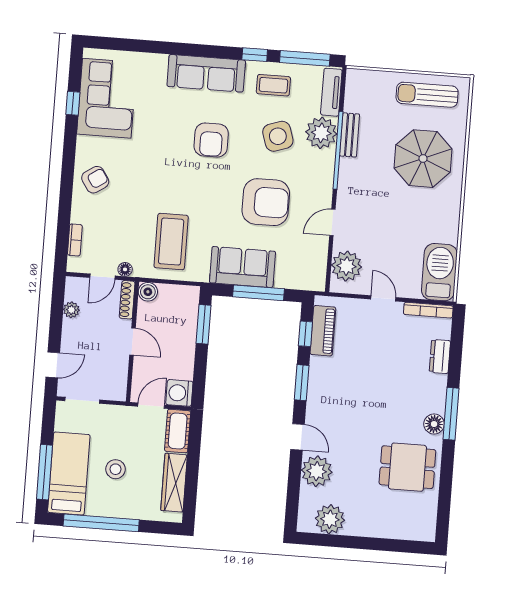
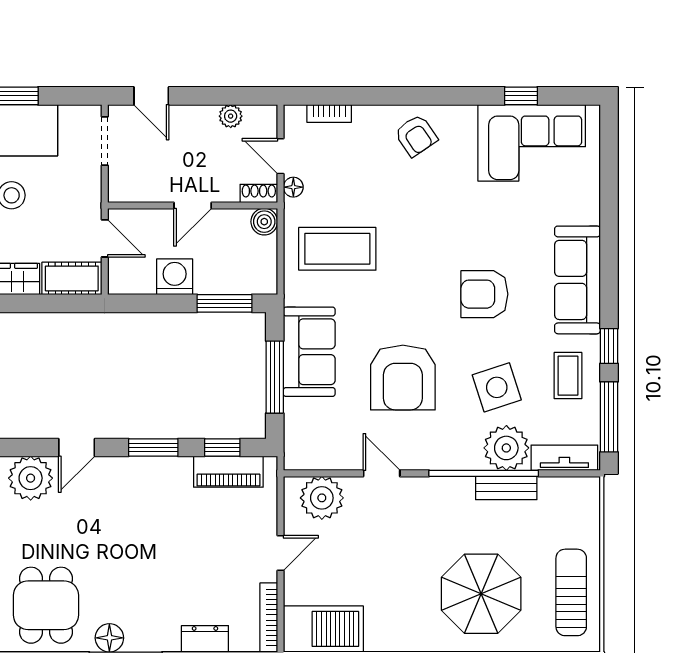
shoe rack: (127, 300) -> (259, 193), width x0.70
washing machine: (179, 393) -> (175, 277), moved

